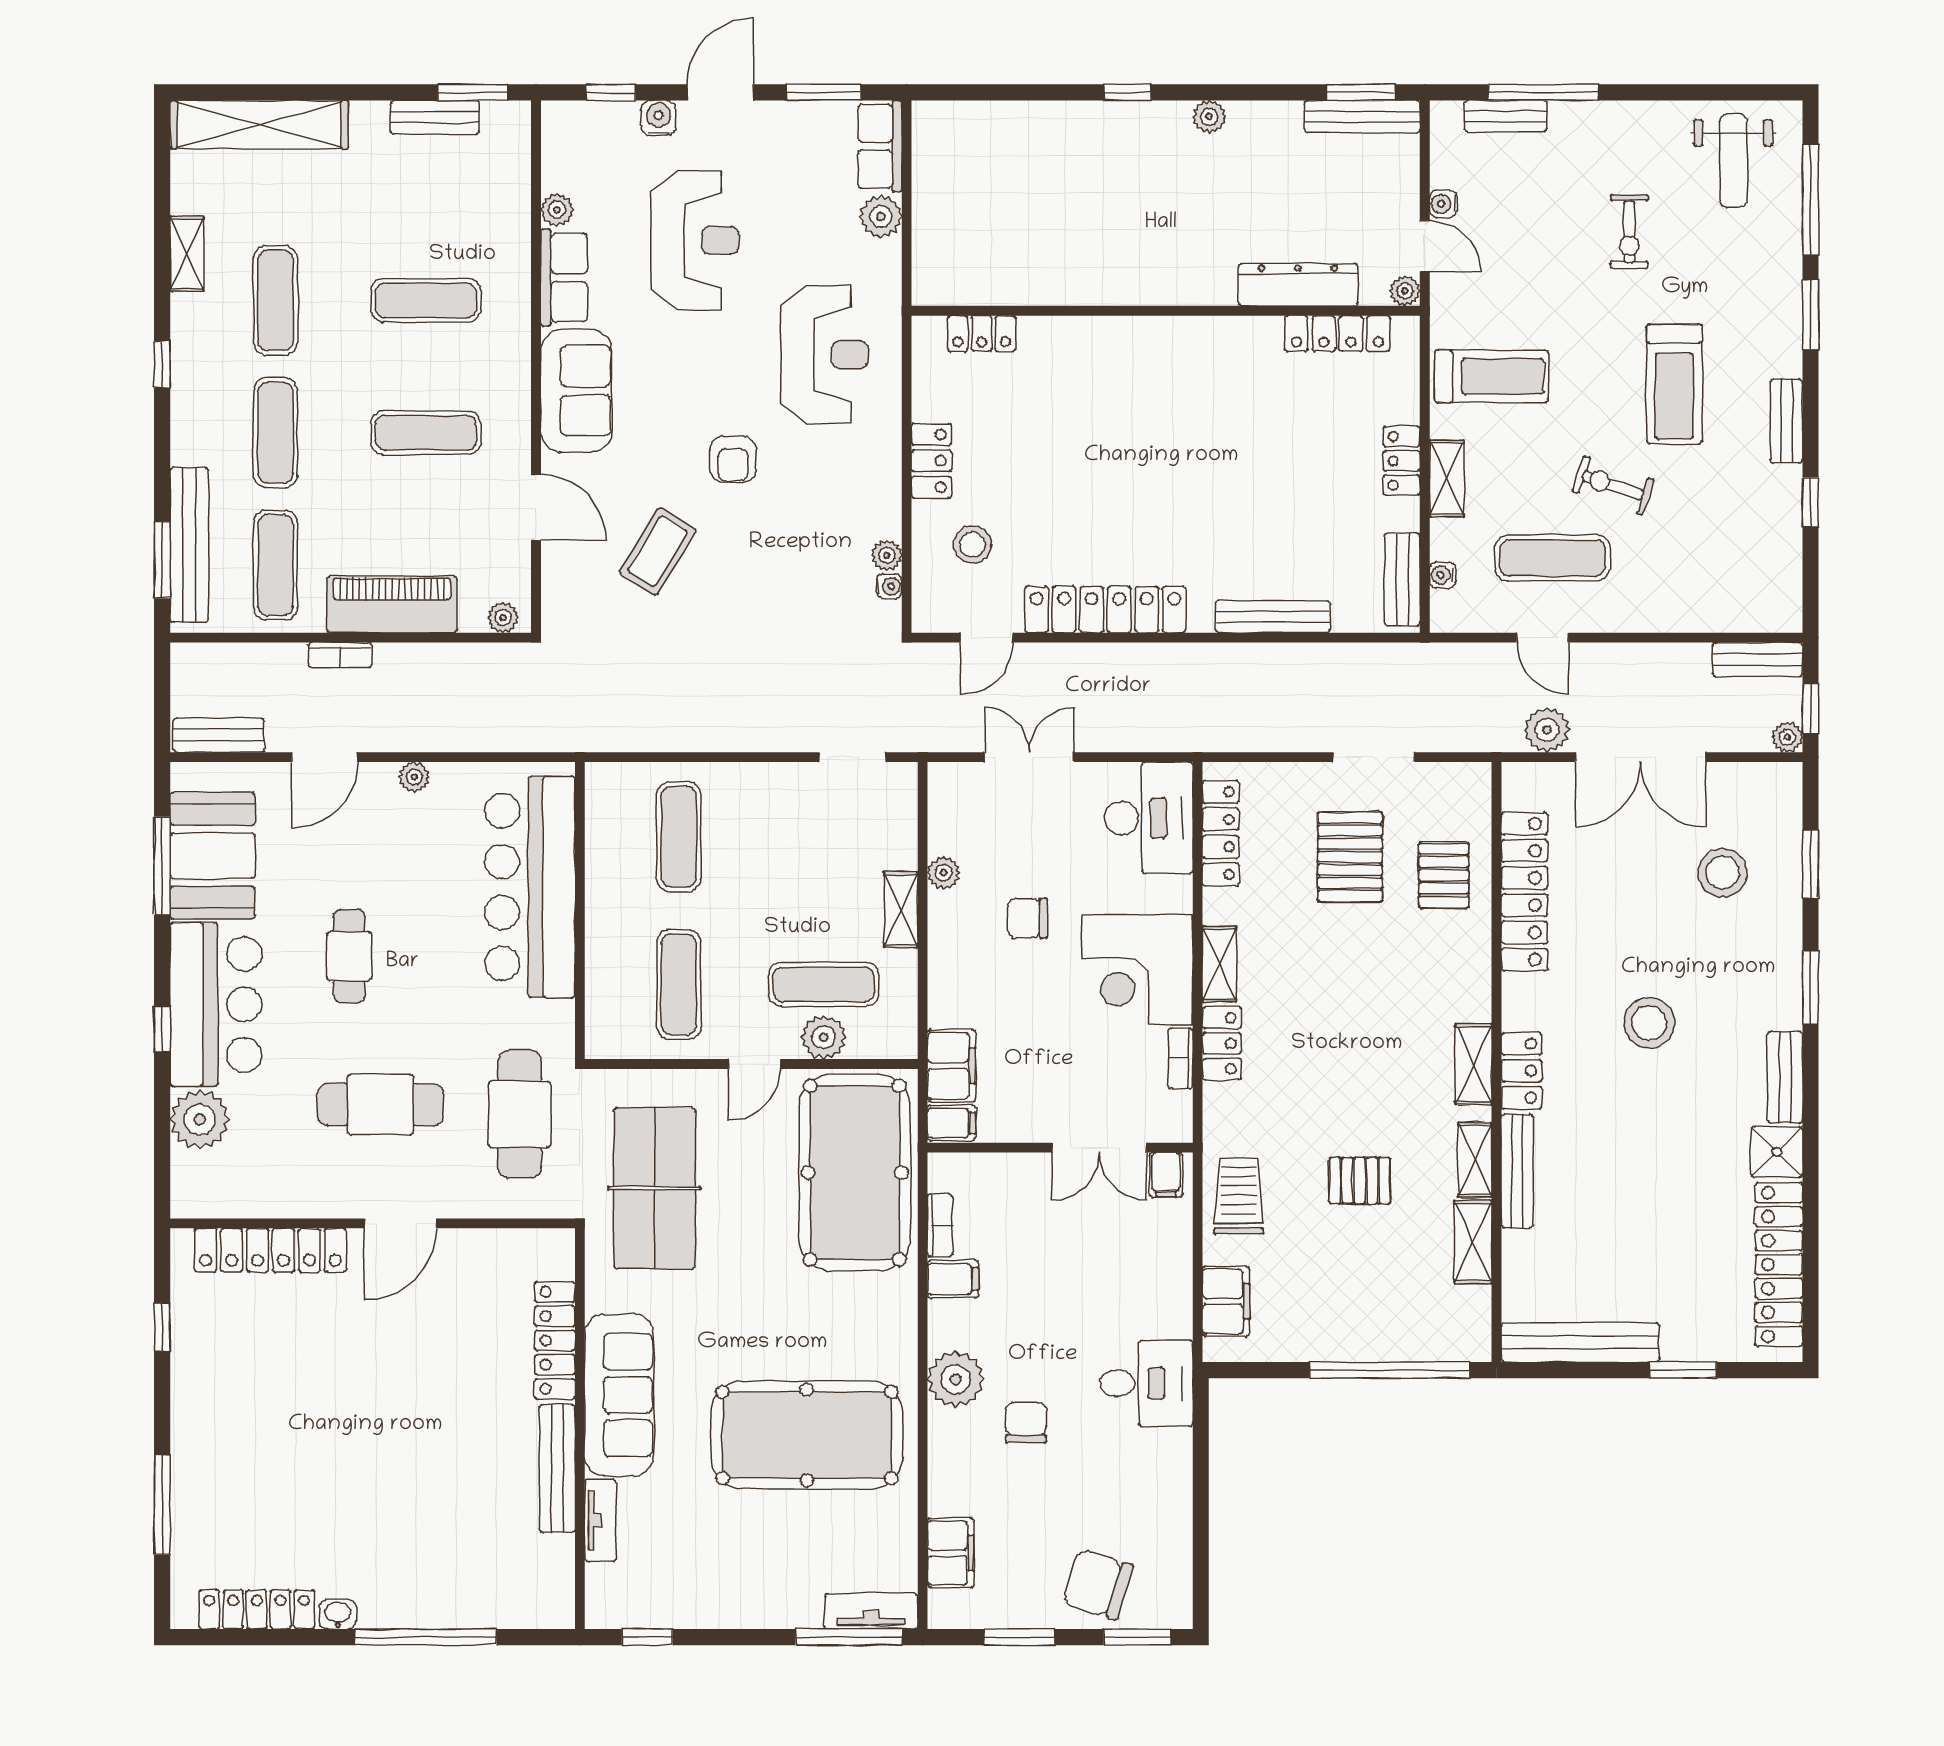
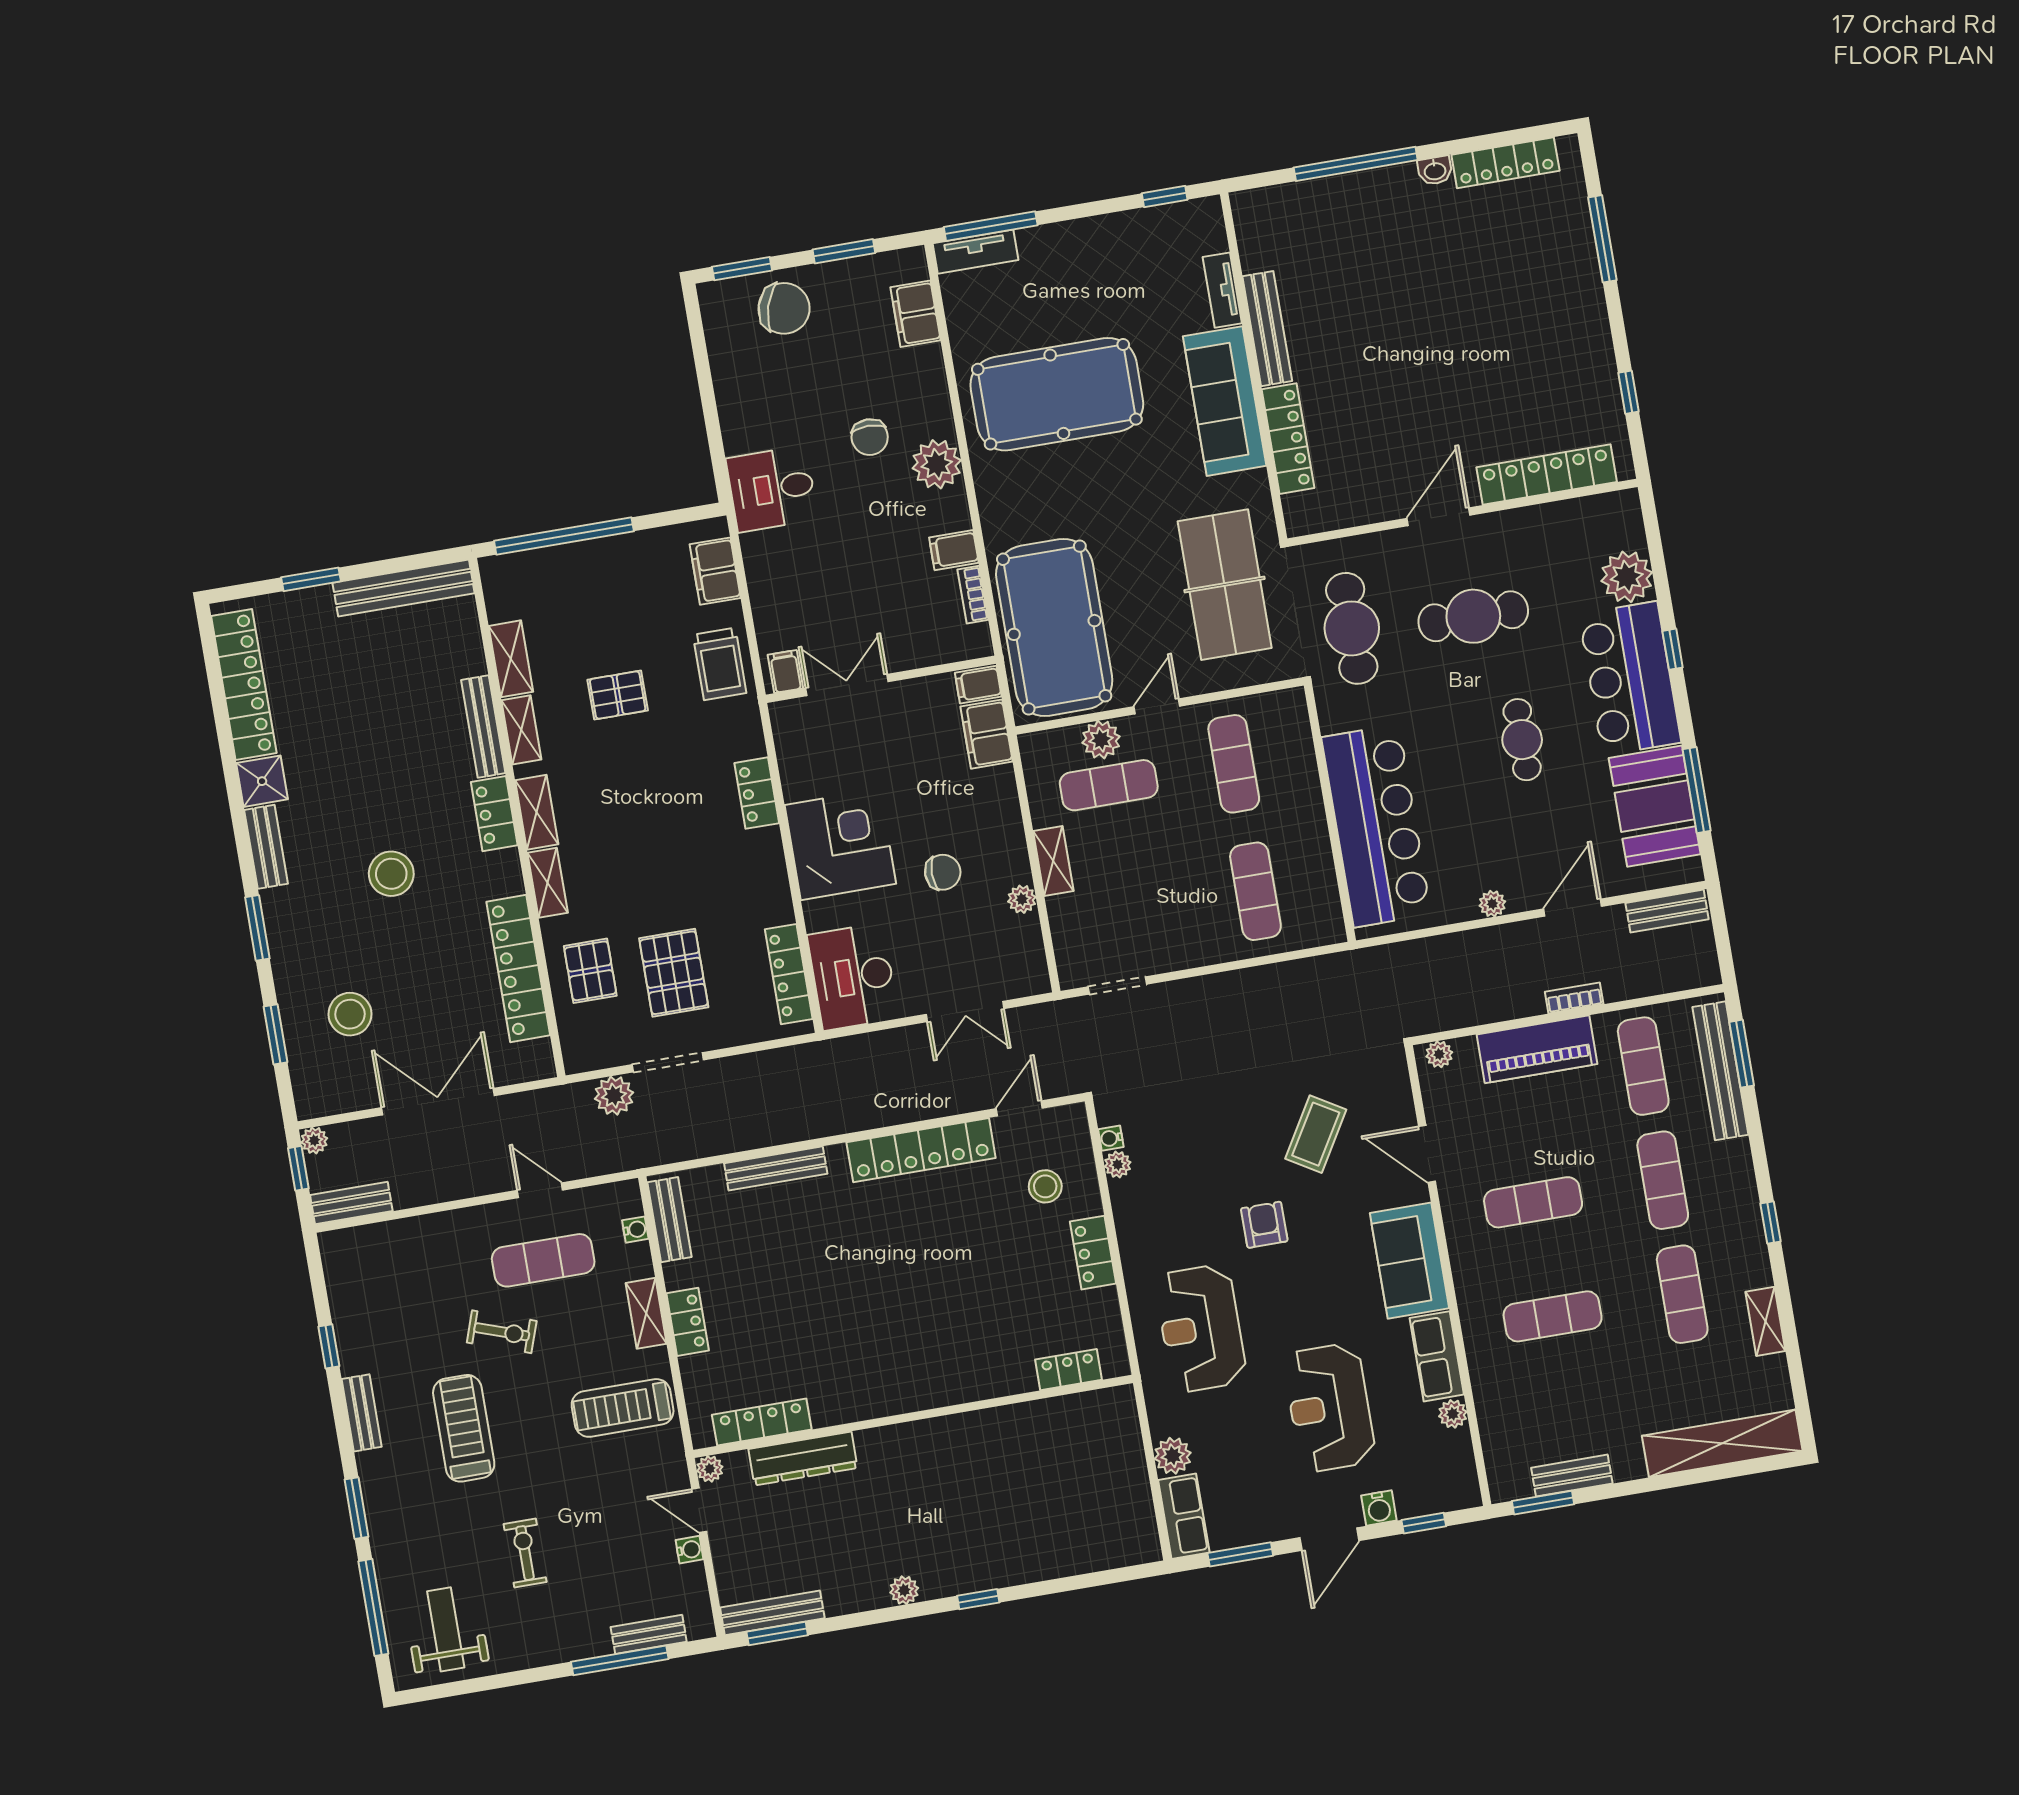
plant: (1547, 730) -> (614, 1096), moved
shelving: (1219, 964) -> (548, 883), moved
bookcase: (1181, 1058) -> (790, 774), removed

